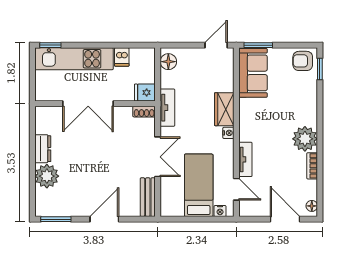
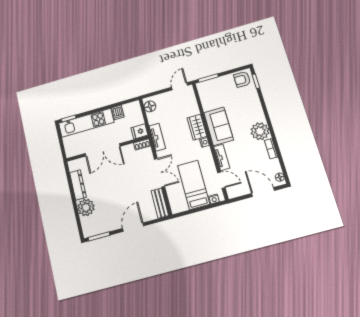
sofa: (253, 73) -> (219, 126), moved
dresser: (43, 149) -> (78, 185), width x1.44

